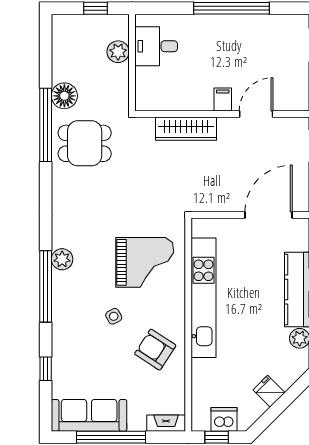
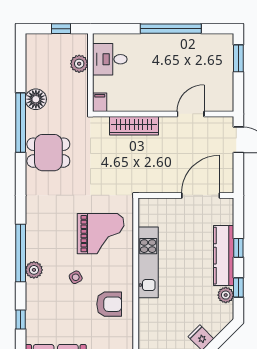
filing cabinet: (223, 100) -> (100, 102), moved
dining table: (85, 143) -> (48, 153), moved
plant: (62, 259) -> (34, 270), moved
kitchen unit: (204, 298) -> (148, 262), width x0.73
armchair: (155, 350) -> (109, 304), turned 147

